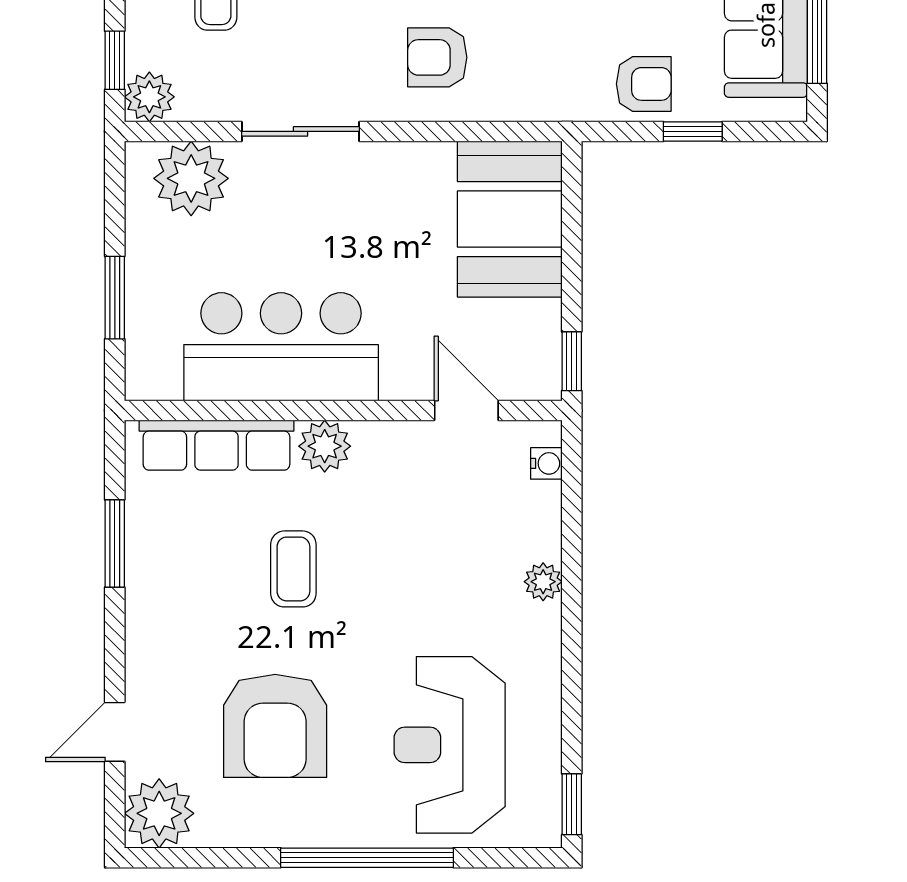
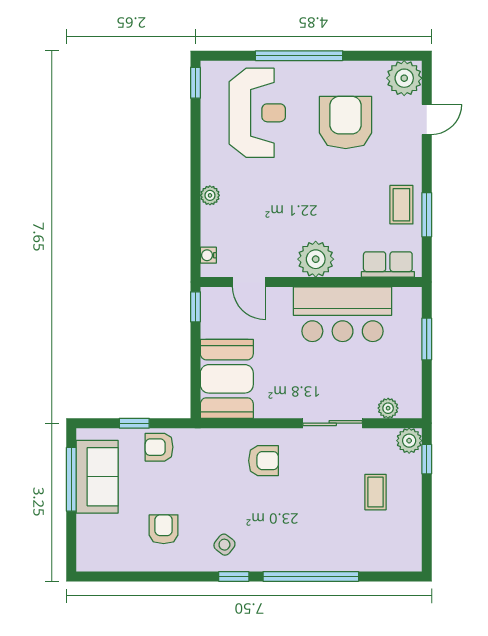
plant: (191, 178) -> (388, 408), width x0.53, depth x0.53
row of seats: (216, 445) -> (388, 264), width x0.68
plant: (325, 446) -> (316, 259), width x1.36, depth x1.36
coffee table: (293, 569) -> (401, 205), moved

